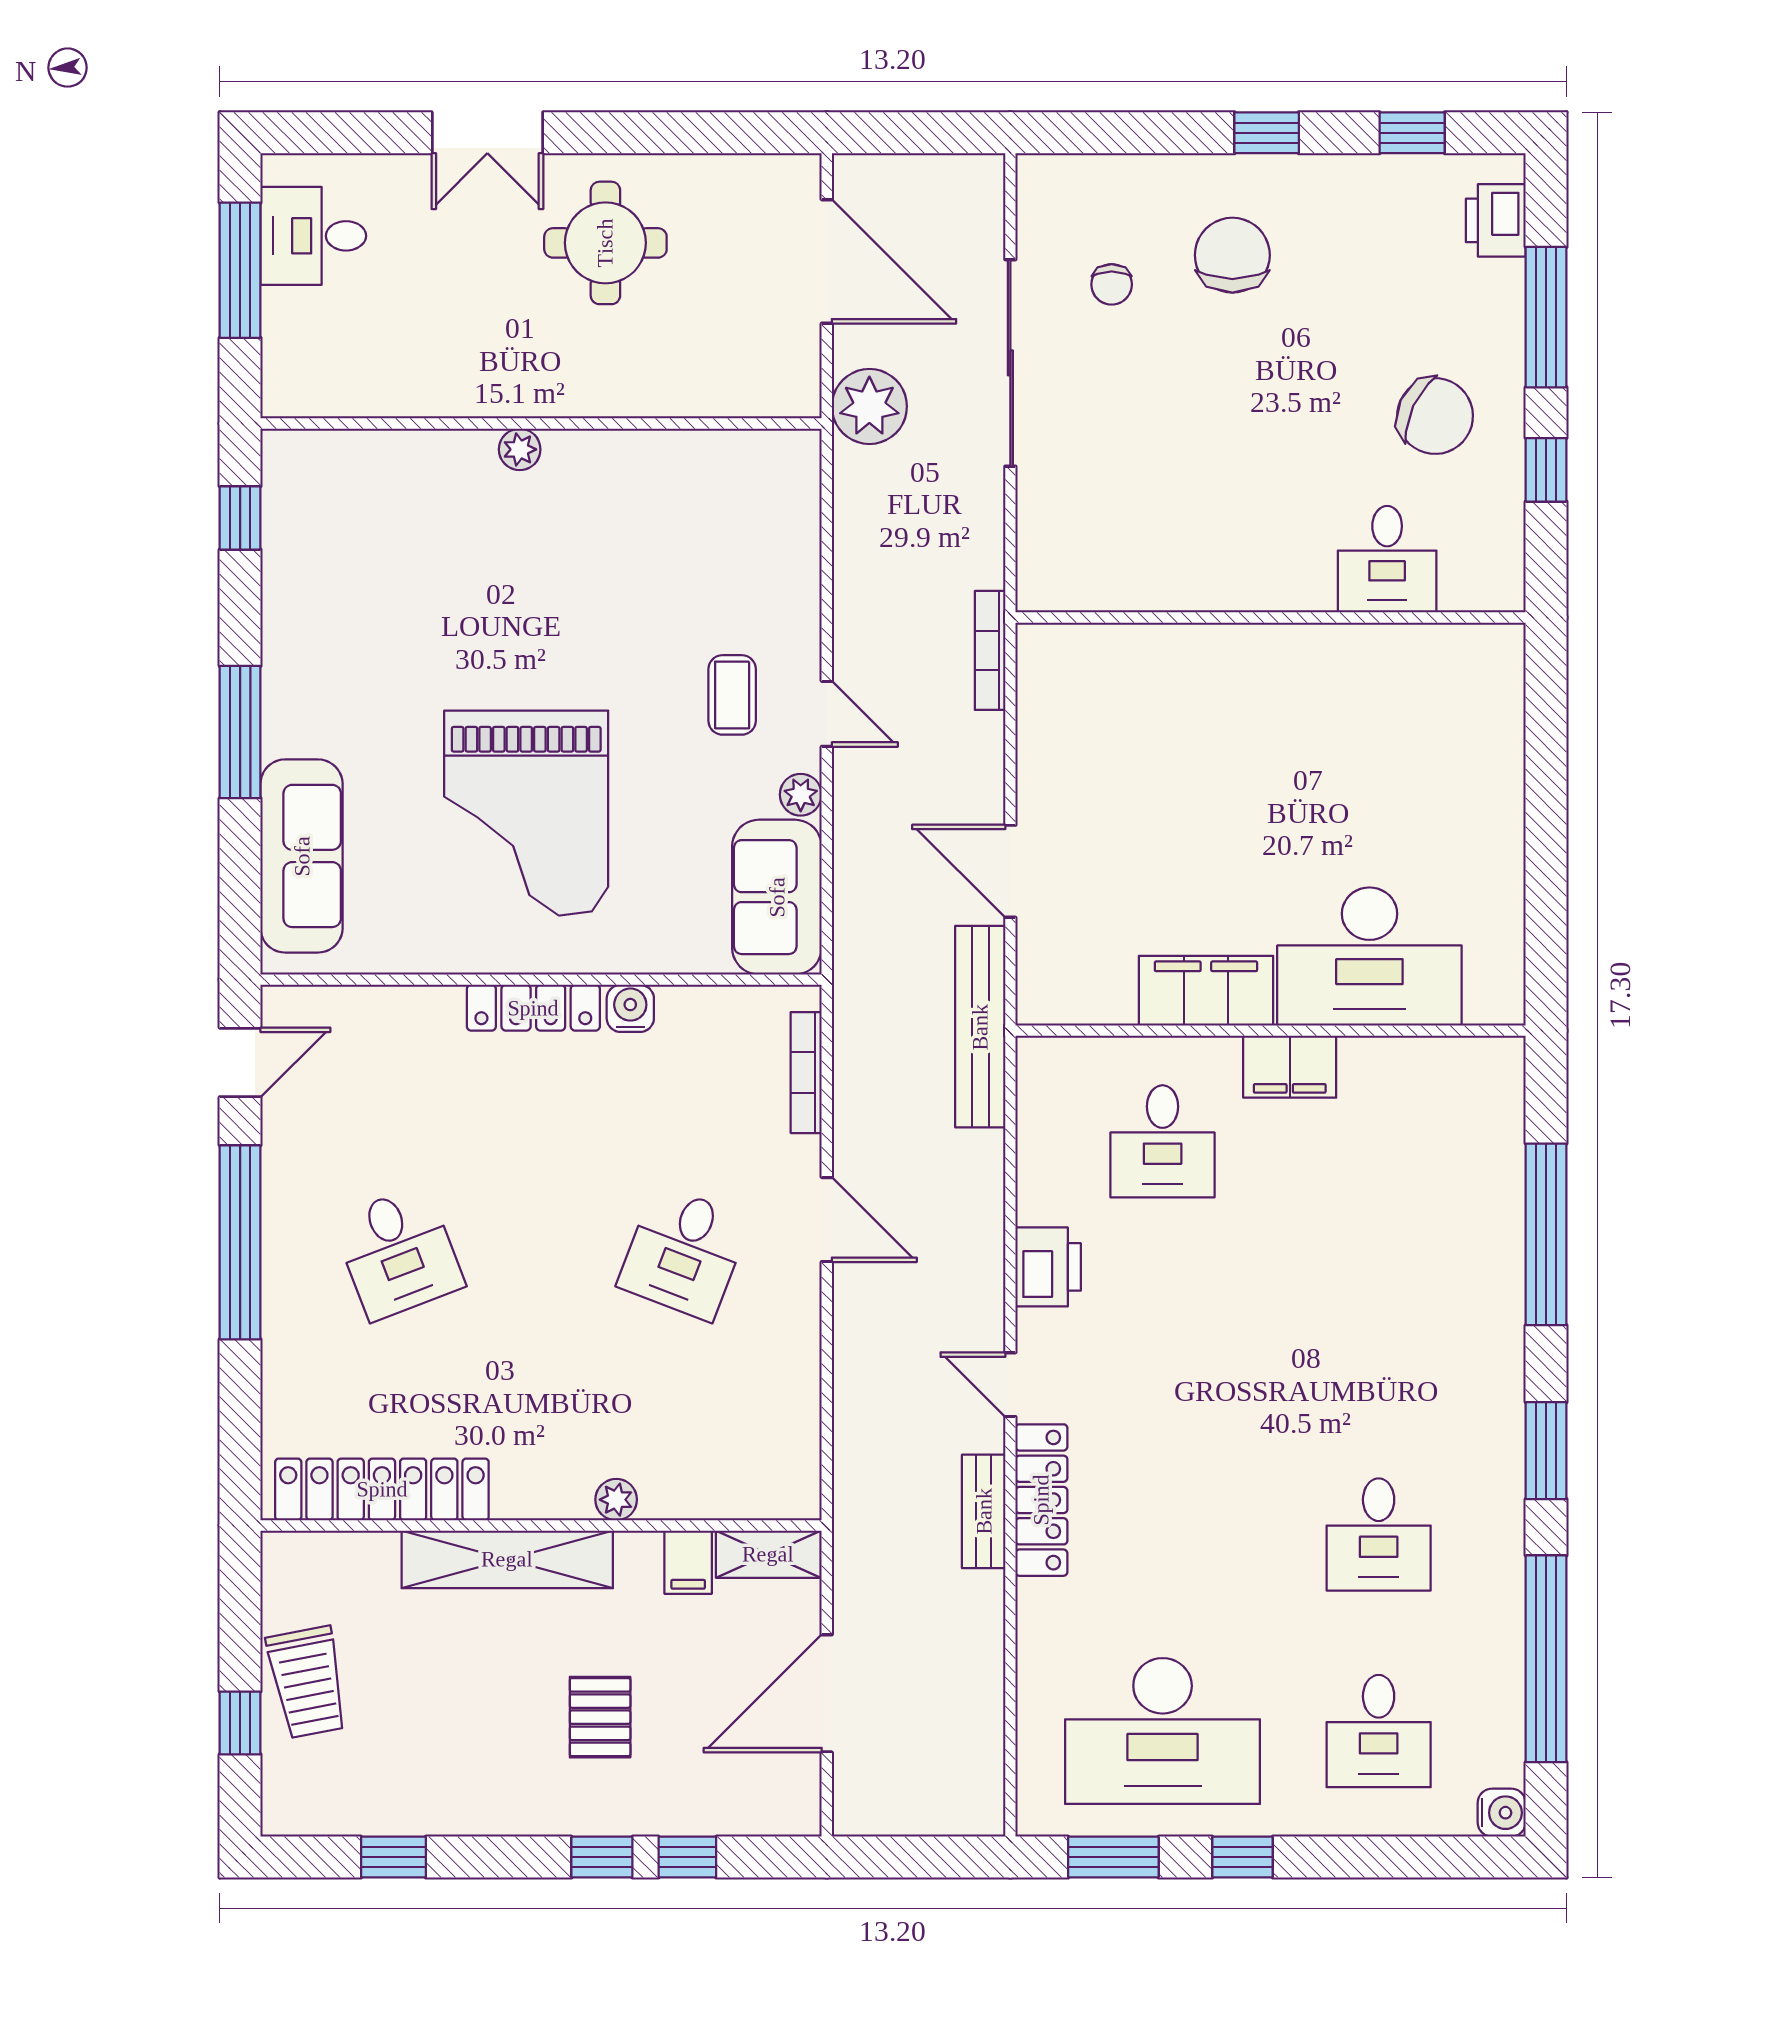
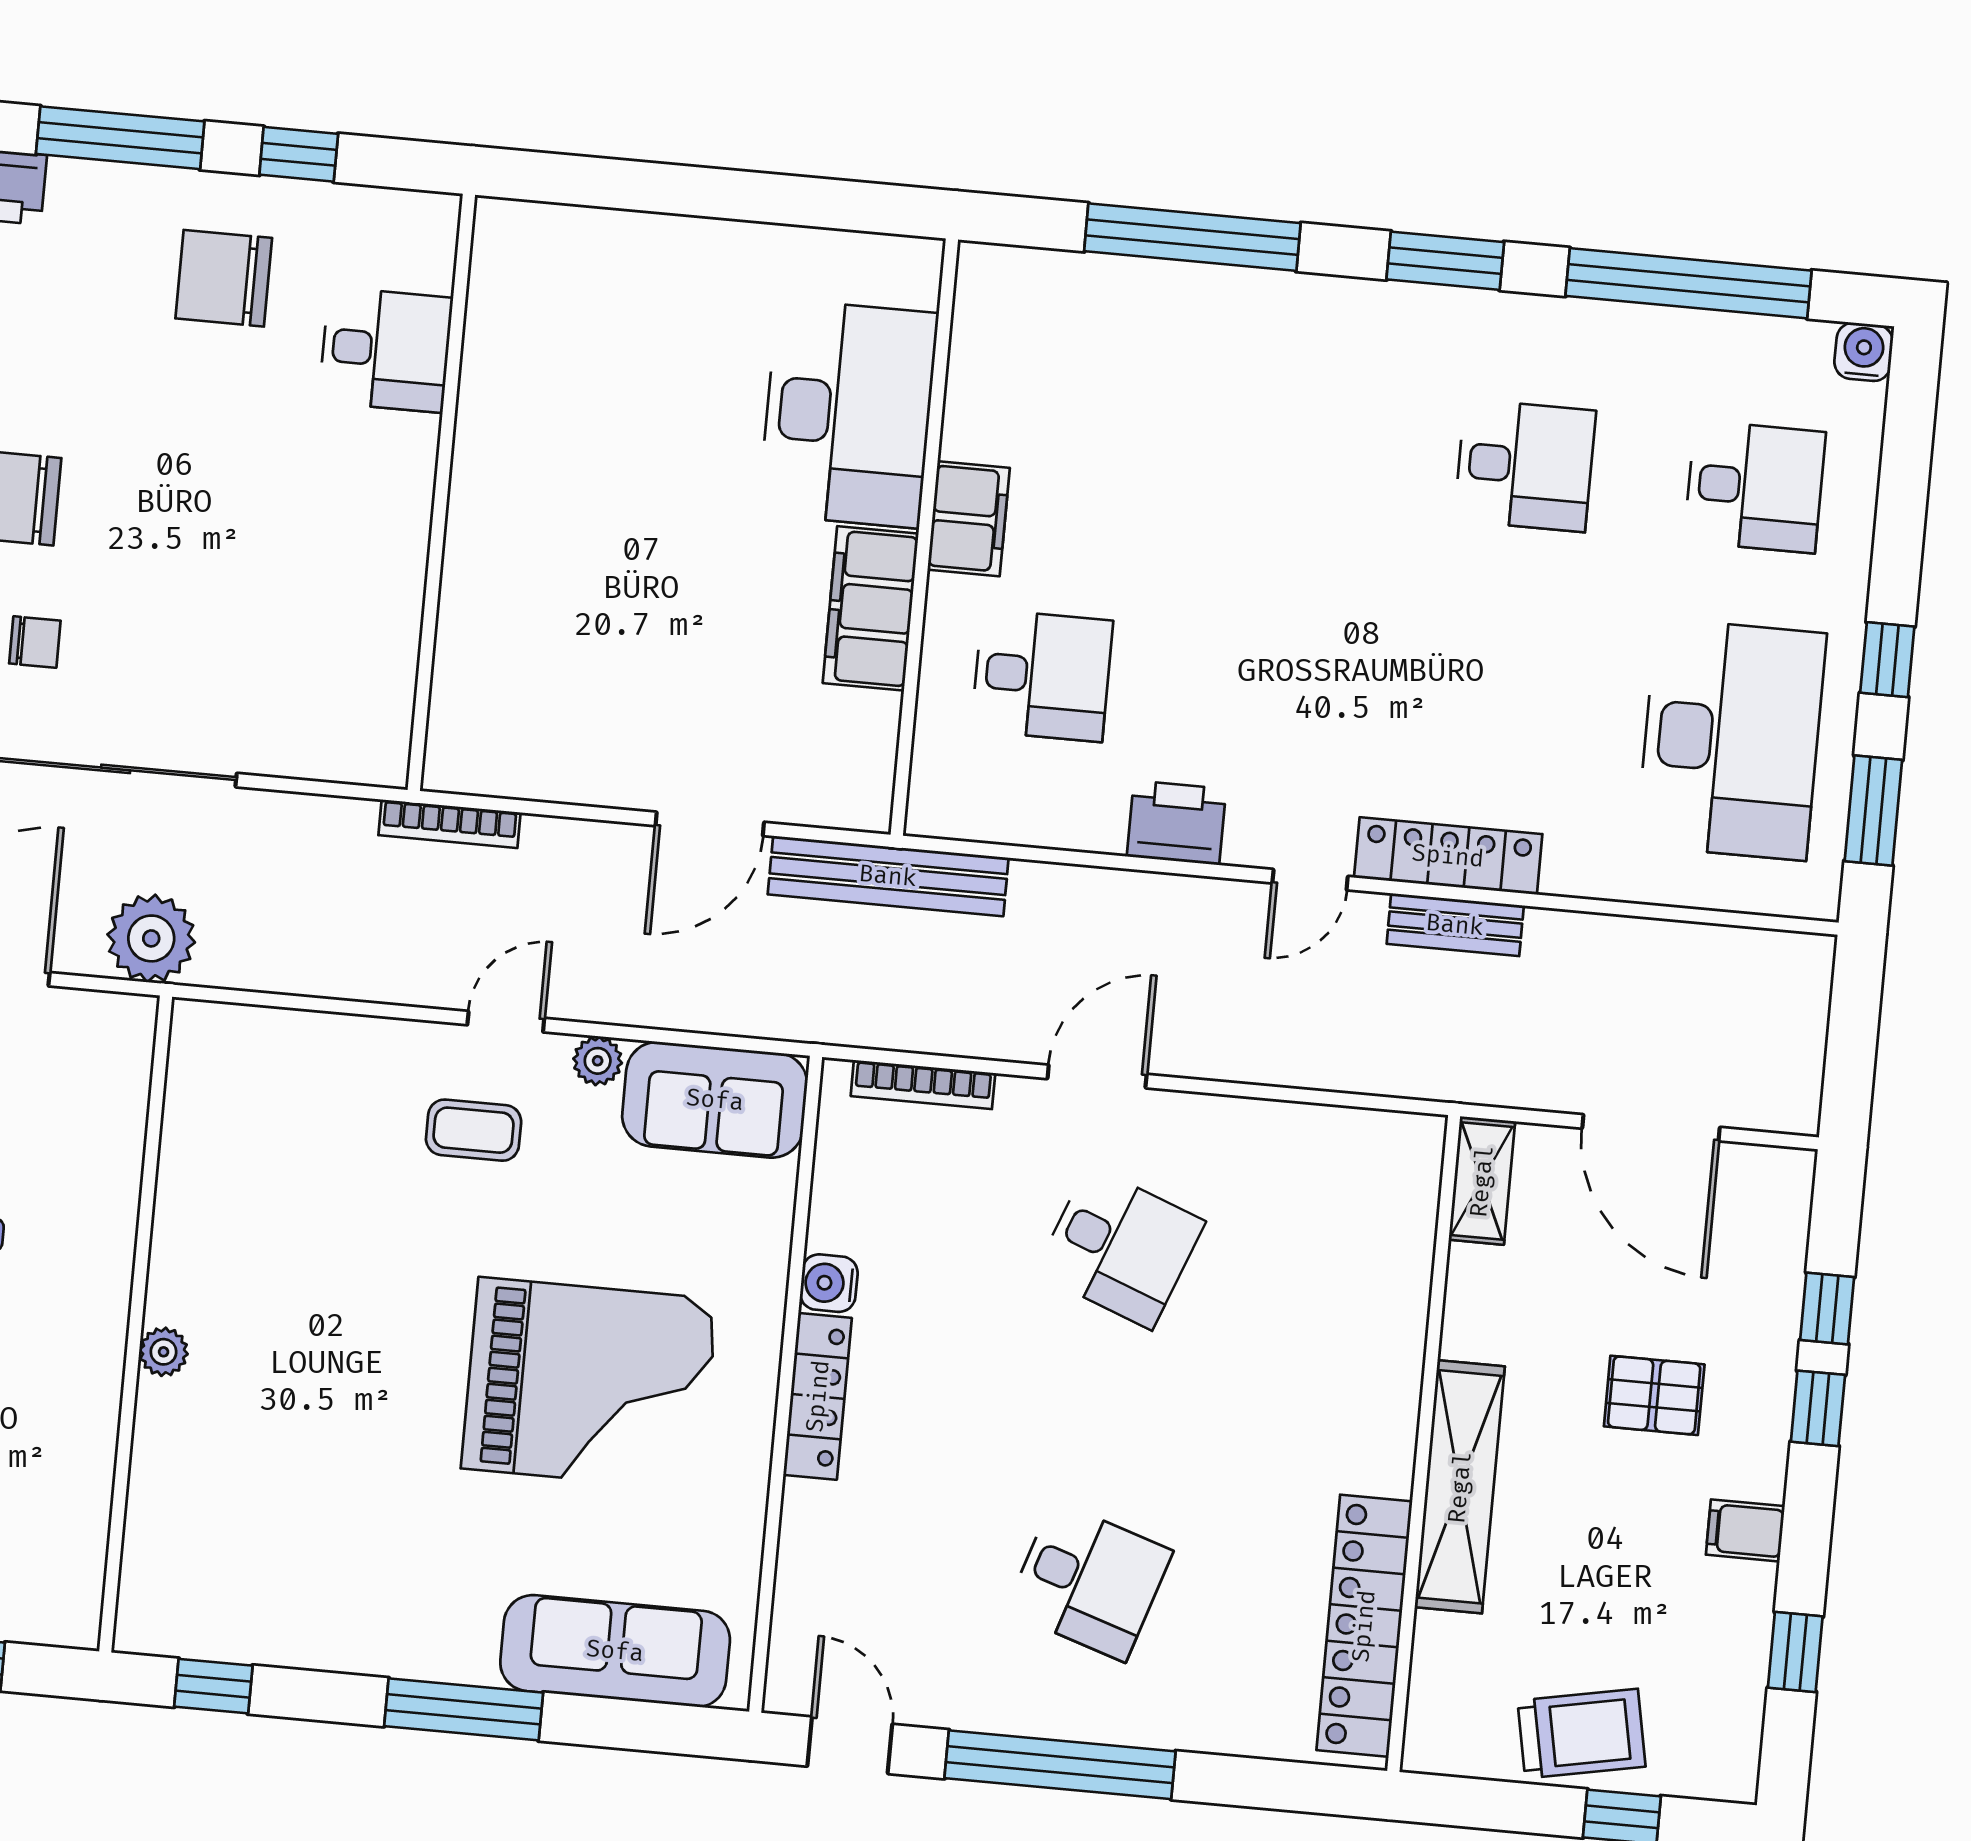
chair: (1435, 416) -> (224, 278), turned -115
desk: (398, 1253) -> (1089, 1581), turned 39
plant: (616, 1500) -> (1402, 1353), removed
filing cabinet: (688, 1562) -> (1745, 1530), moved, turned 180

